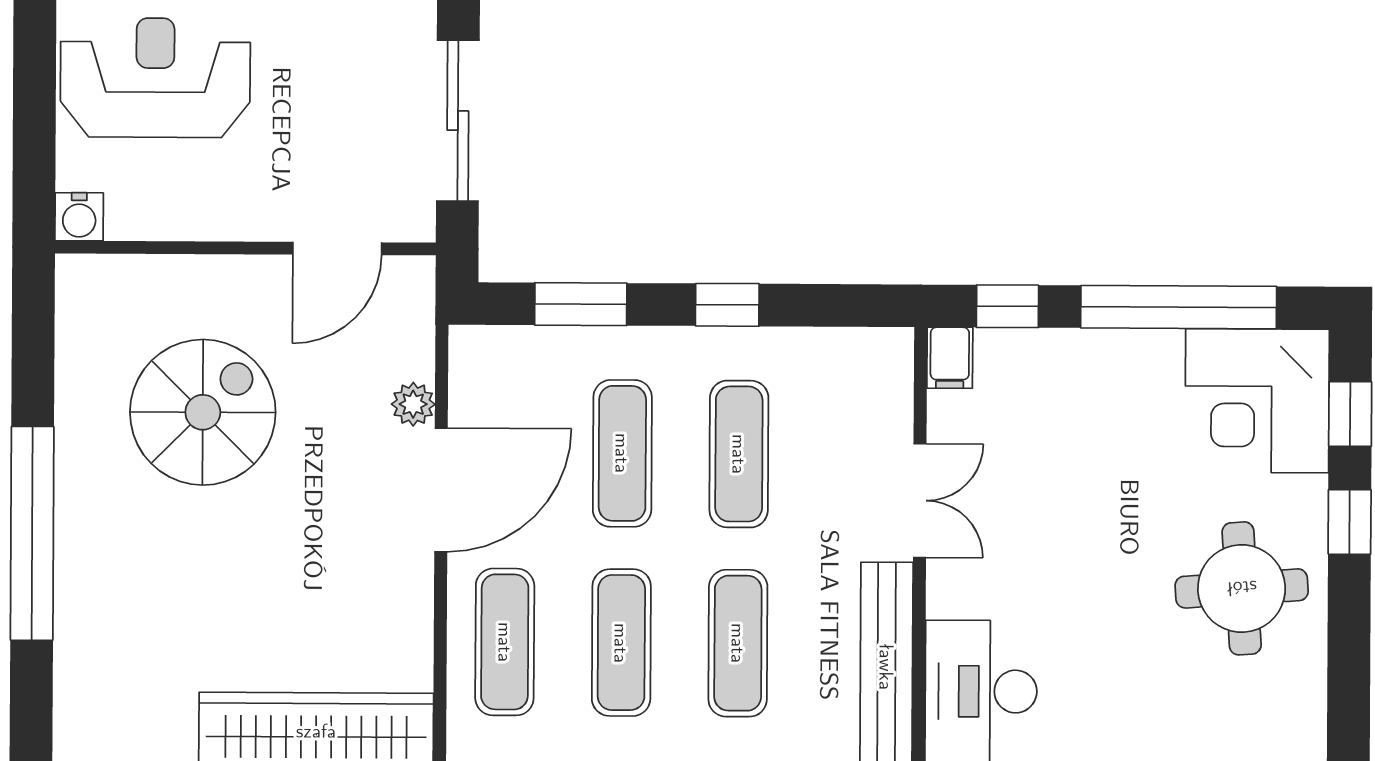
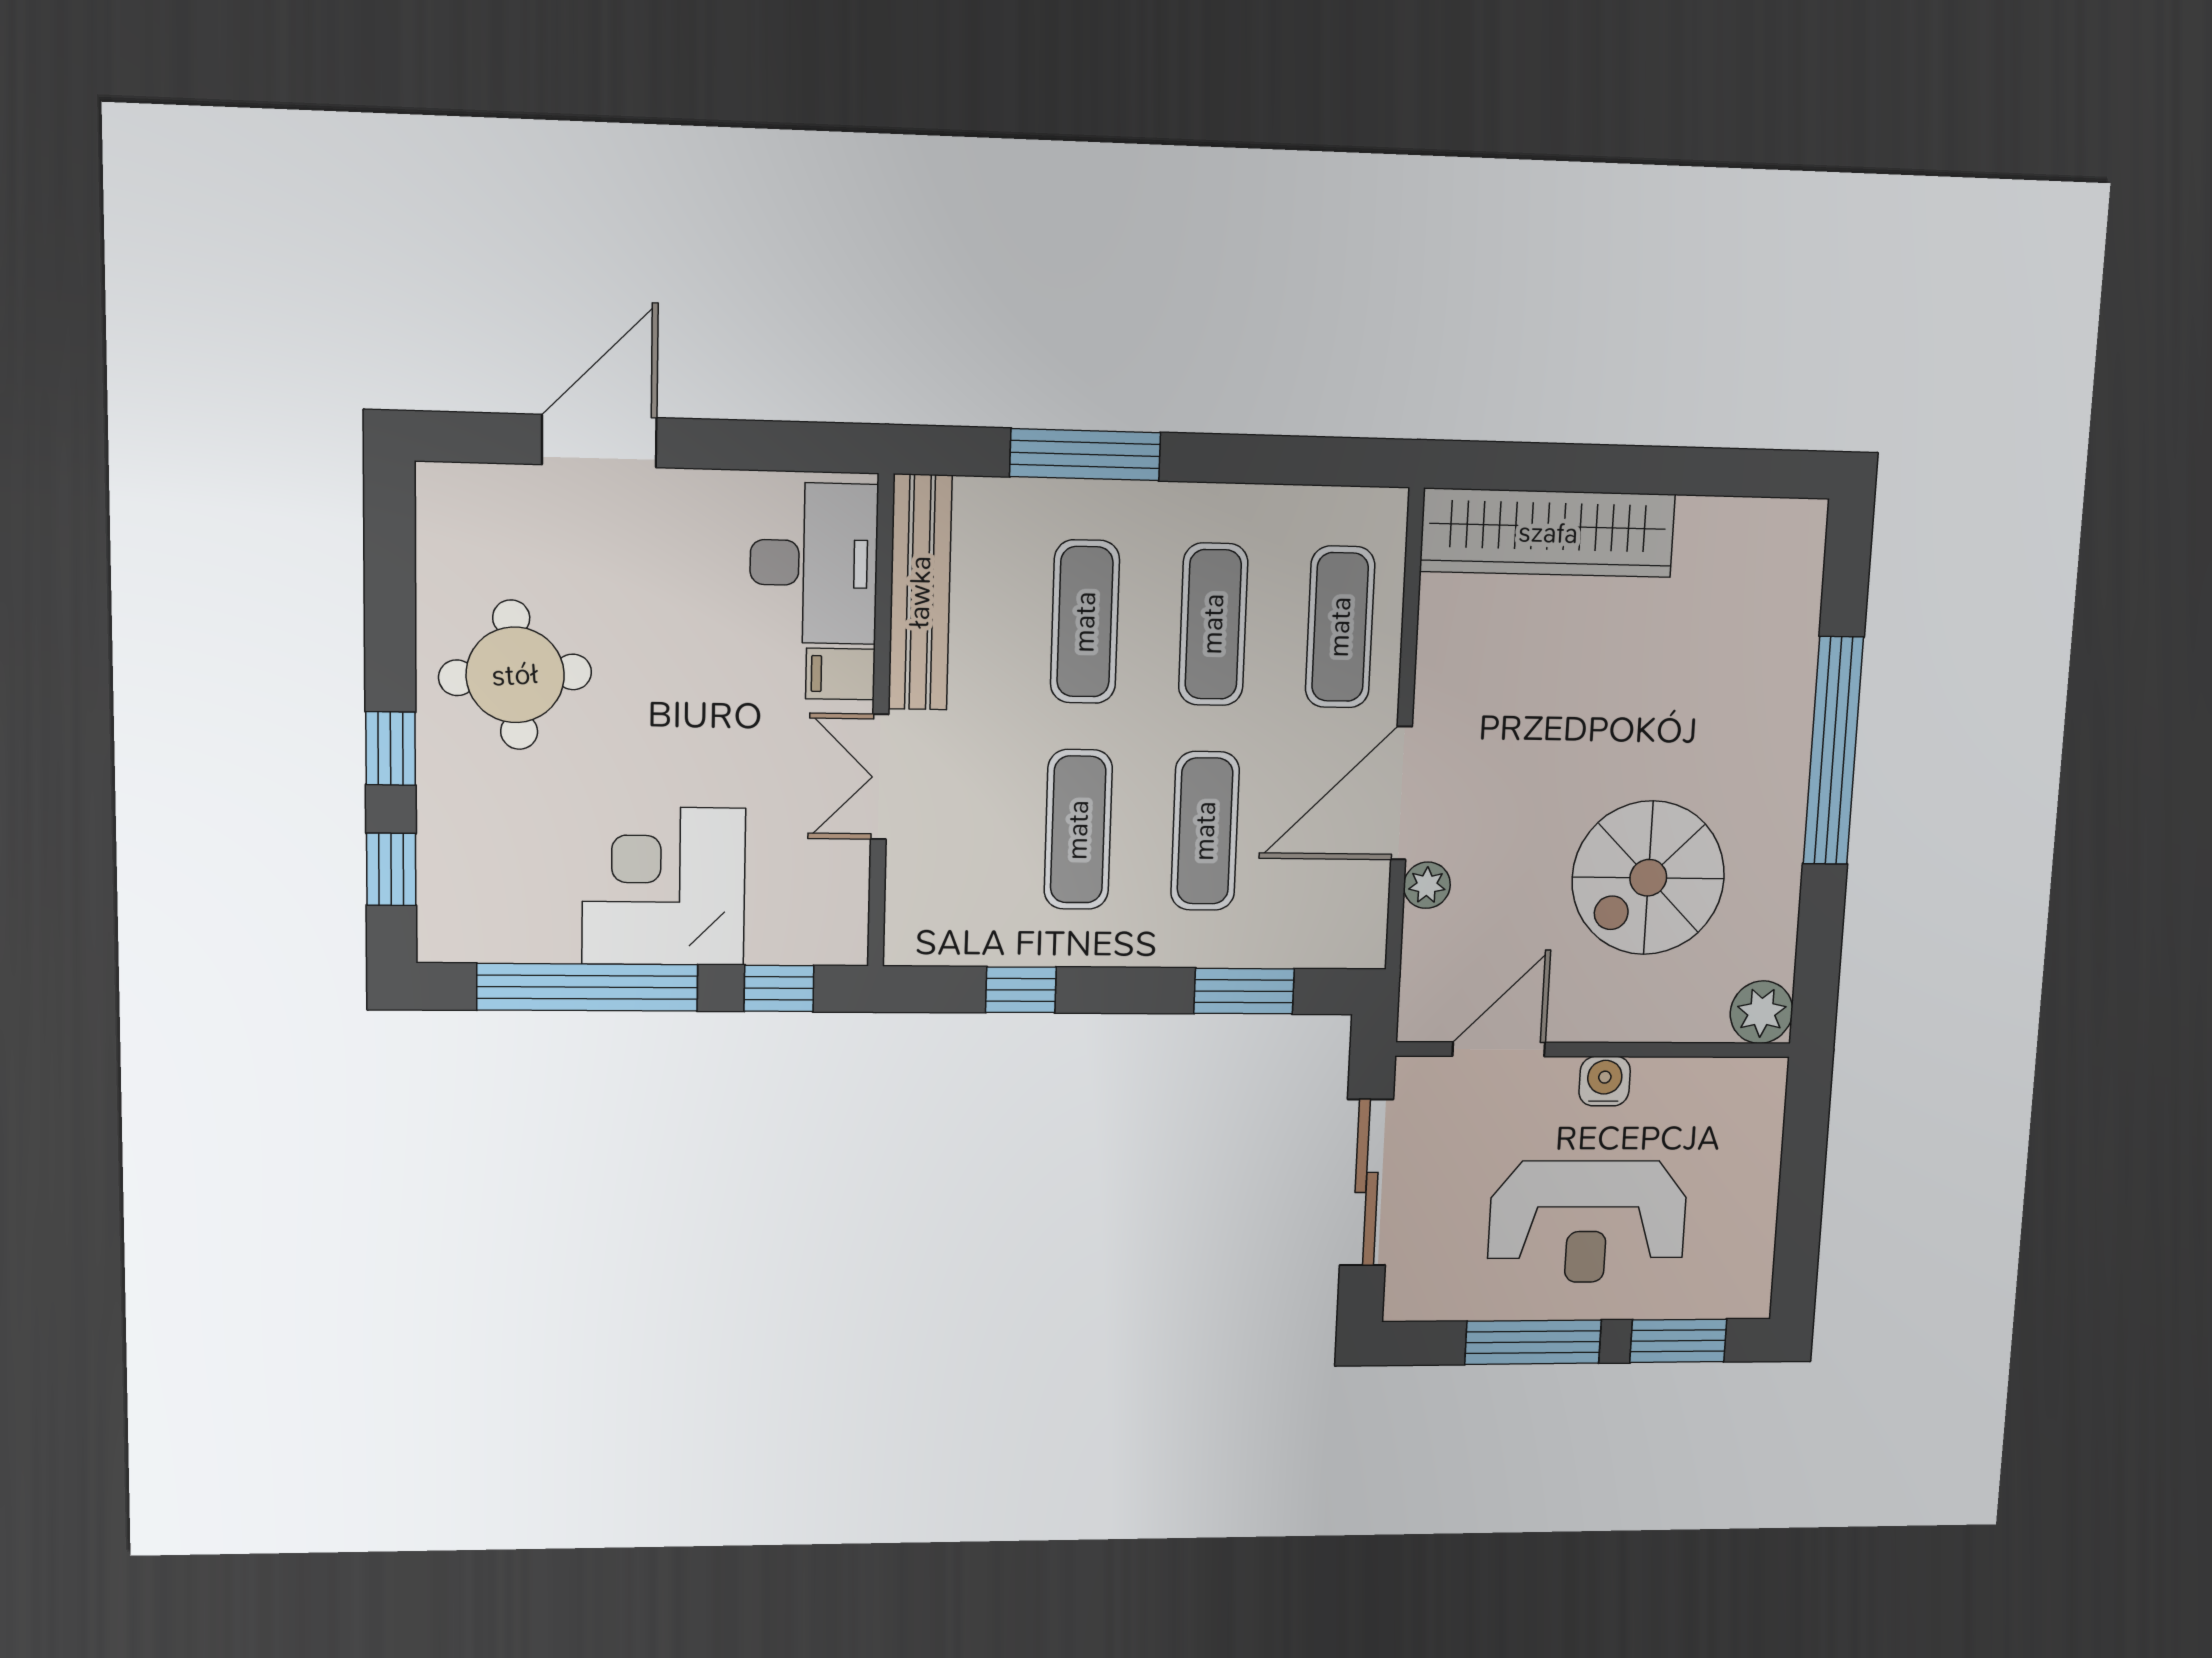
reception desk: (155, 78) -> (1587, 1222), moved
water cooler: (79, 217) -> (1605, 1081), moved
plant: (85, 284) -> (1761, 1012), added
window: (727, 305) -> (1021, 990), moved
filing cabinet: (950, 358) -> (840, 674), moved, turned -90
corner desk: (1257, 401) -> (664, 886), moved, turned -90

